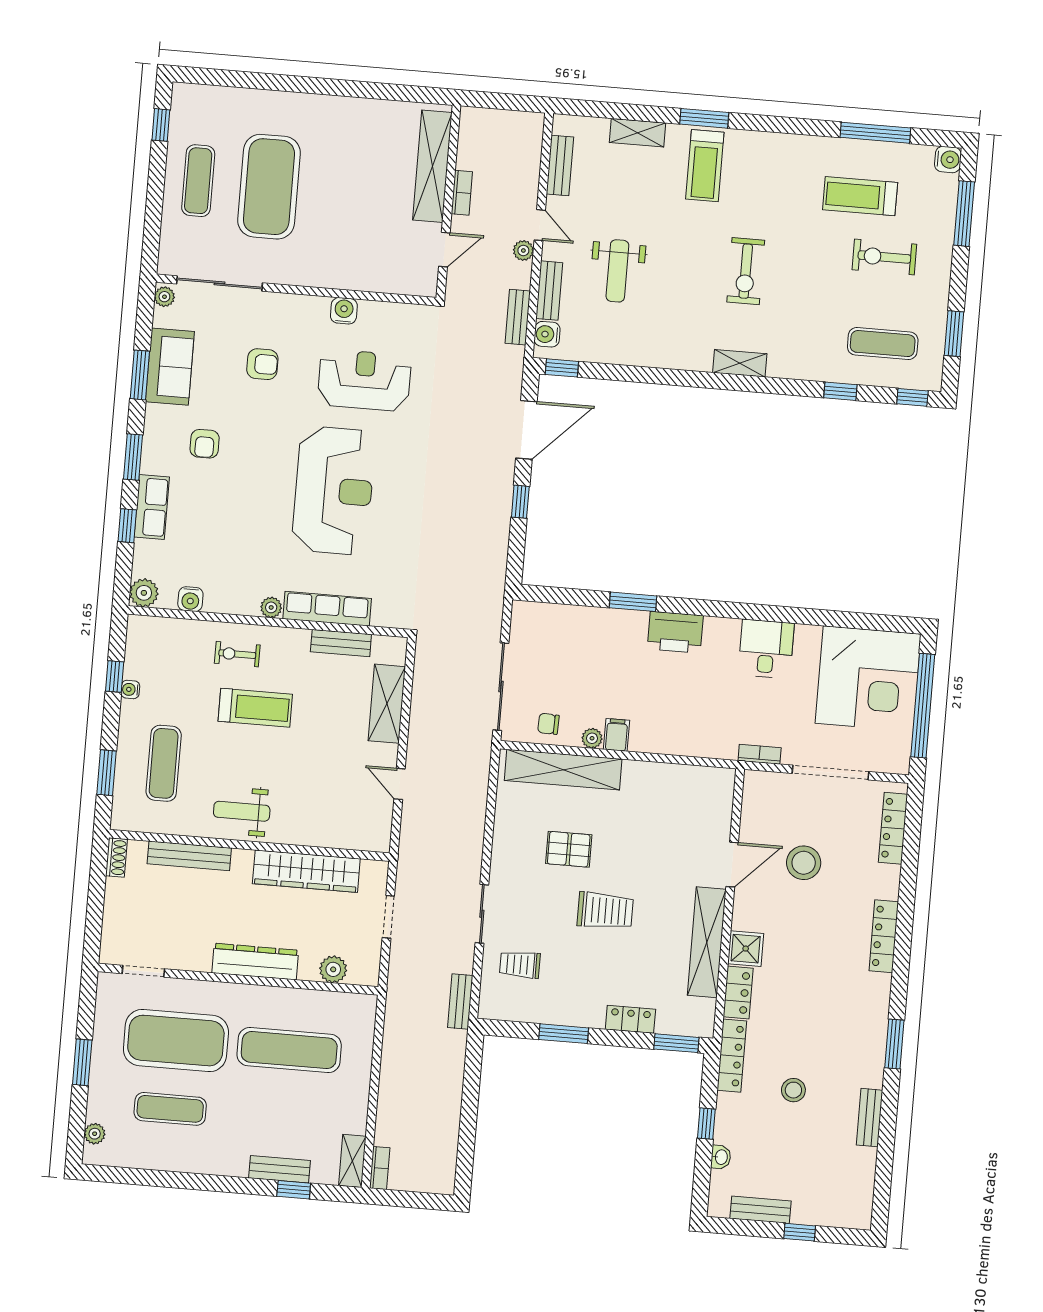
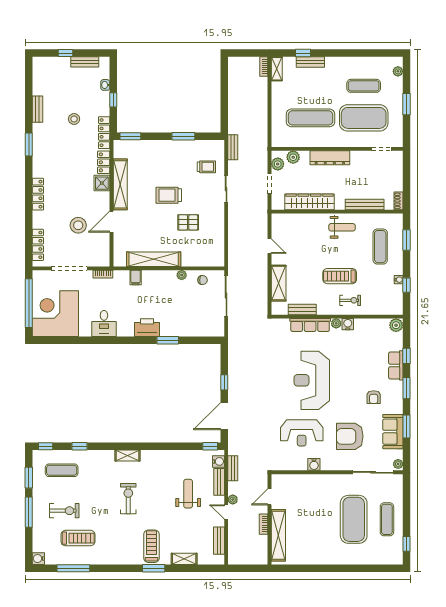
window: (964, 214) -> (29, 512), moved
armchair: (262, 364) -> (350, 436), width x1.88, depth x1.88
armchair: (205, 444) -> (374, 397), turned 180
water cooler: (190, 599) -> (348, 324), moved
filing cabinet: (617, 735) -> (136, 278), moved
shelving: (563, 770) -> (154, 259), moved
plant: (367, 958) -> (278, 164), added
locker: (630, 1019) -> (153, 146), removed

